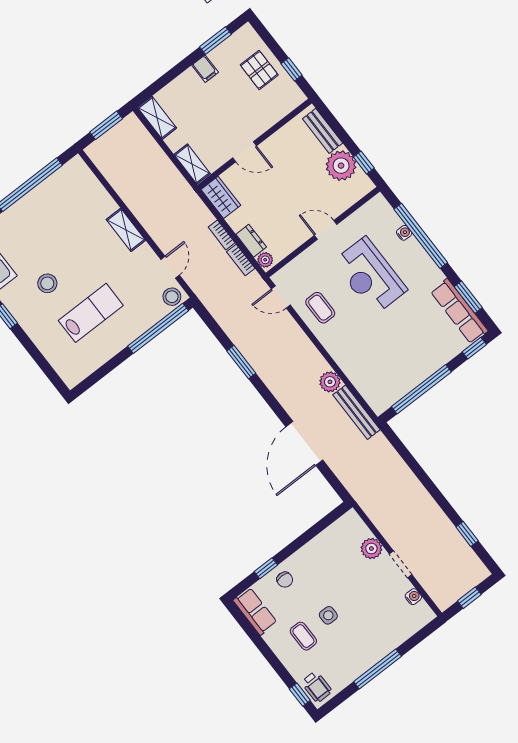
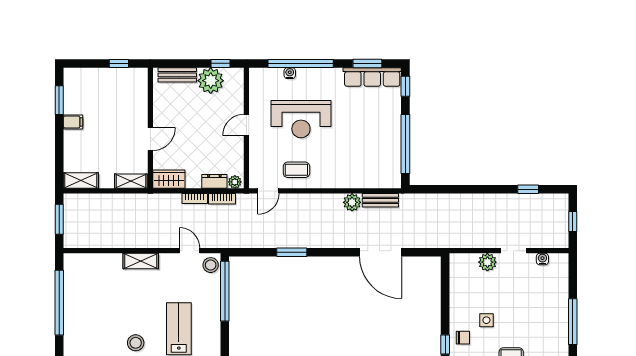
pallet: (259, 70) -> (102, 86), removed
bench: (357, 412) -> (380, 200), width x0.73
side table: (328, 615) -> (486, 320), moved

